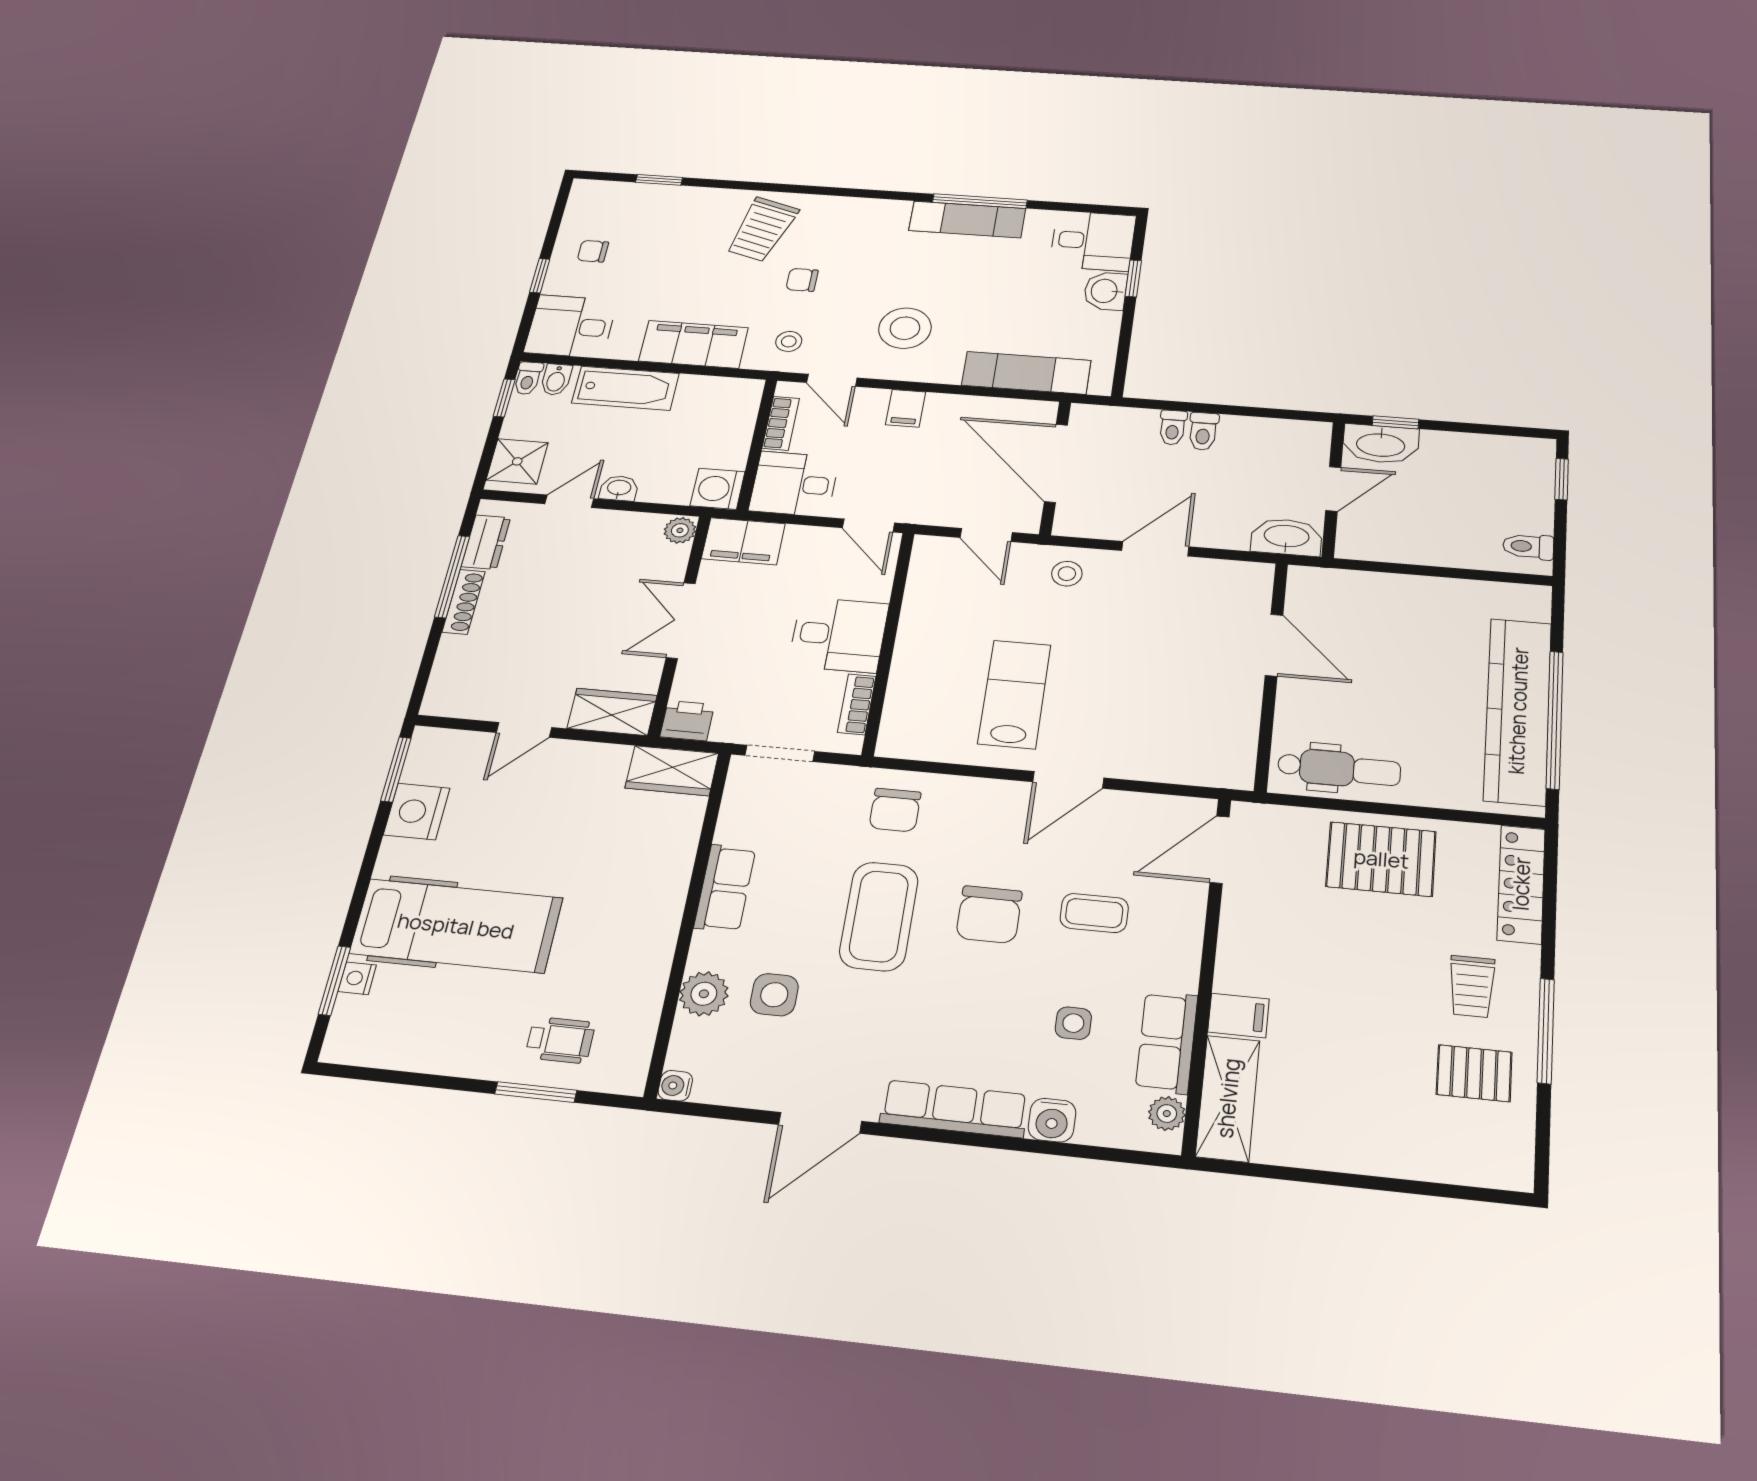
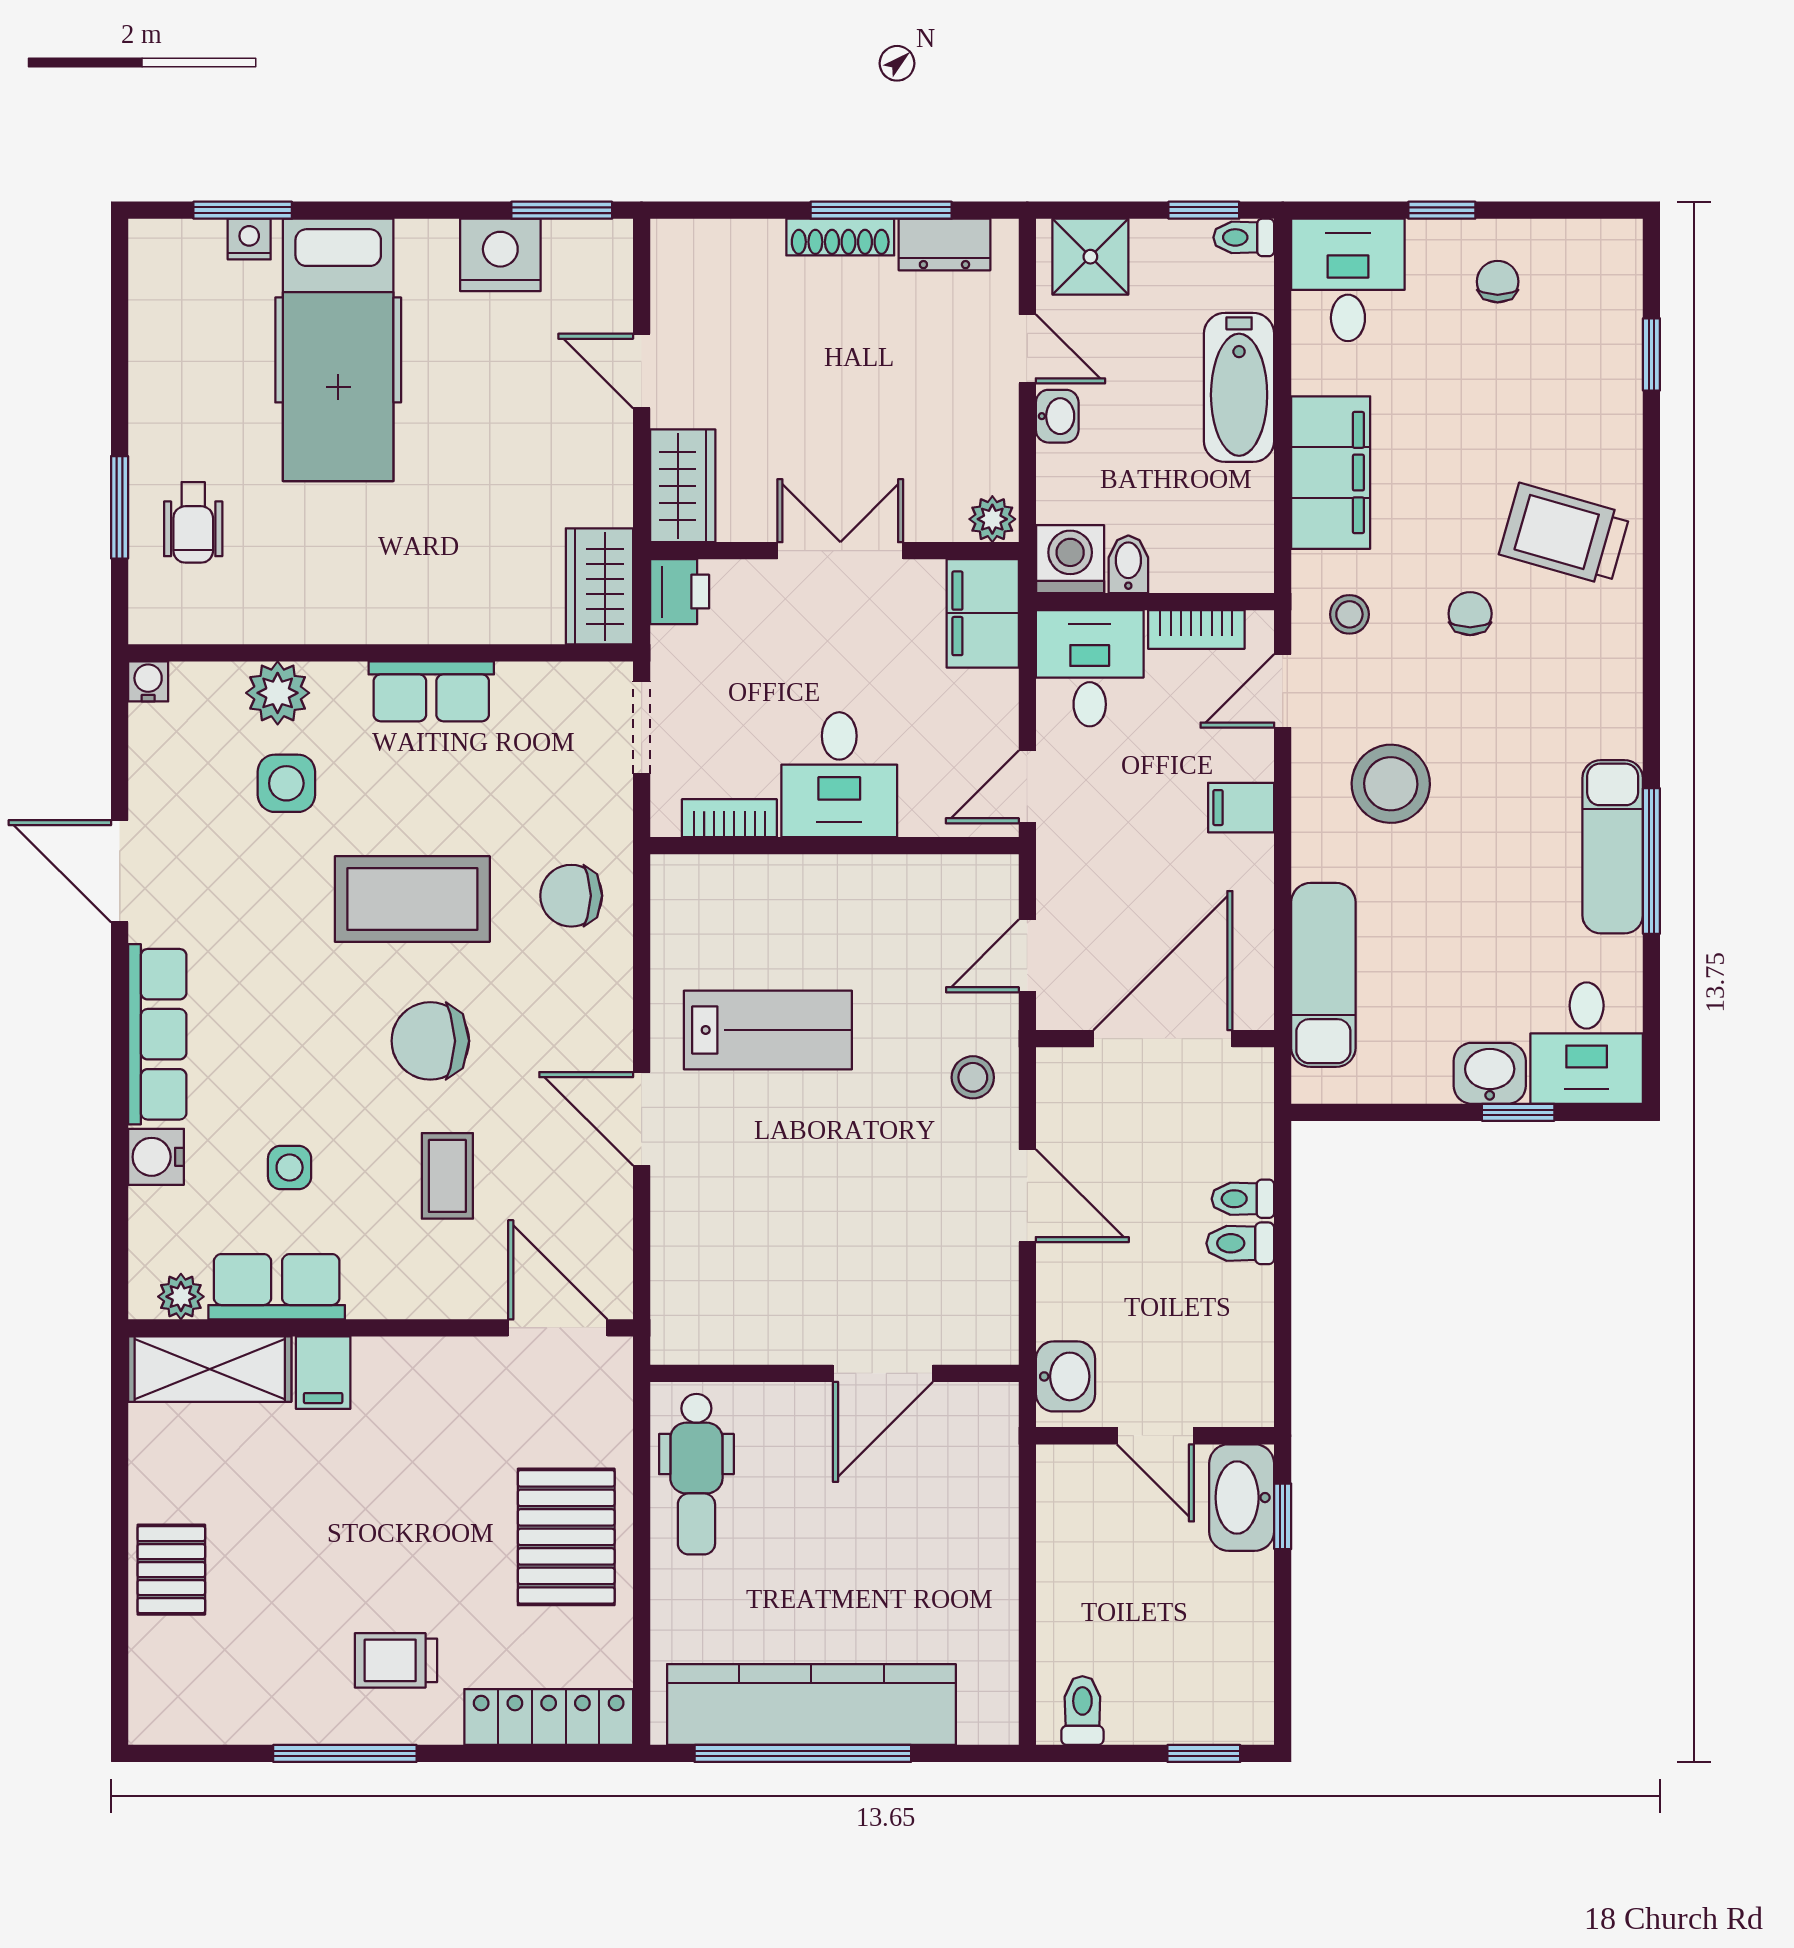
bidet: (556, 380) -> (1128, 564), moved, turned 90
washbasin: (1286, 537) -> (1066, 1376), width x0.72
pallet: (1474, 1073) -> (171, 1570), moved

